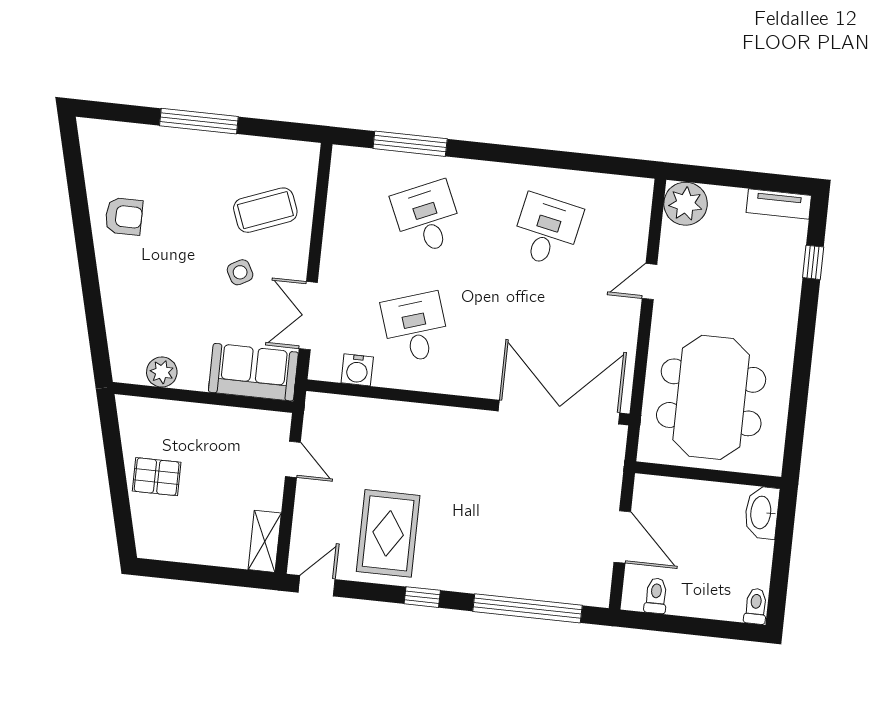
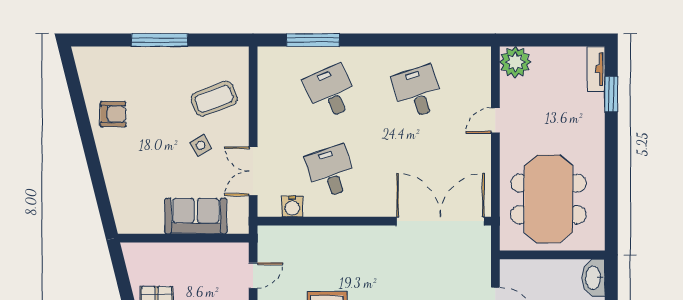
tv unit: (779, 204) -> (596, 69), moved, turned 90
desk: (547, 230) -> (418, 92), turned -30
window: (813, 262) -> (611, 94), width x1.50
plant: (162, 372) -> (152, 223), removed
sofa: (253, 372) -> (196, 216), moved
door: (293, 459) -> (253, 276), hinge flipped

